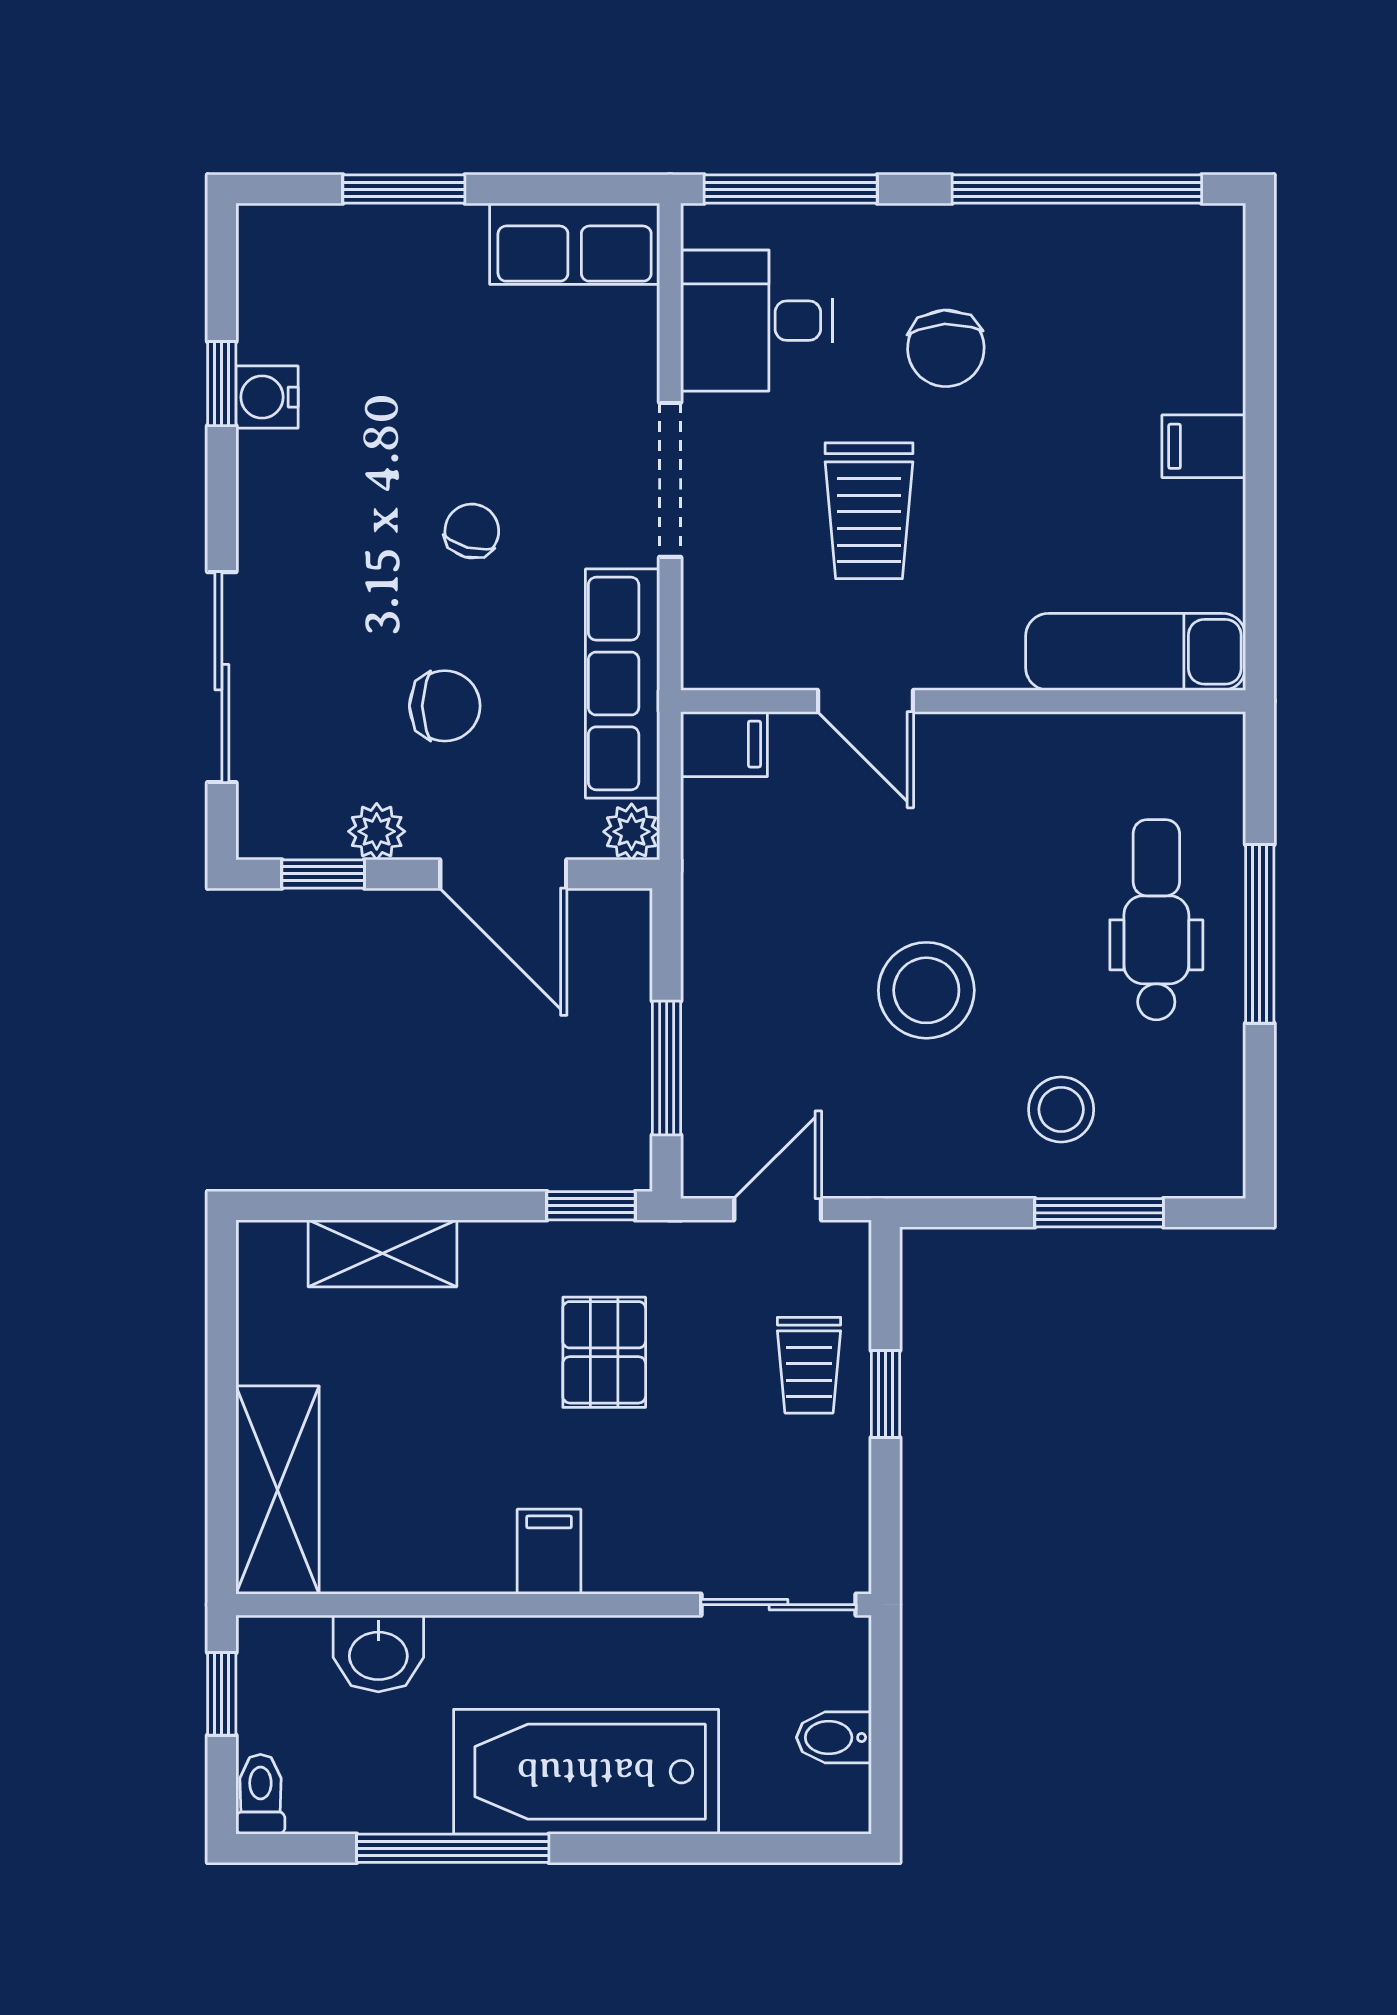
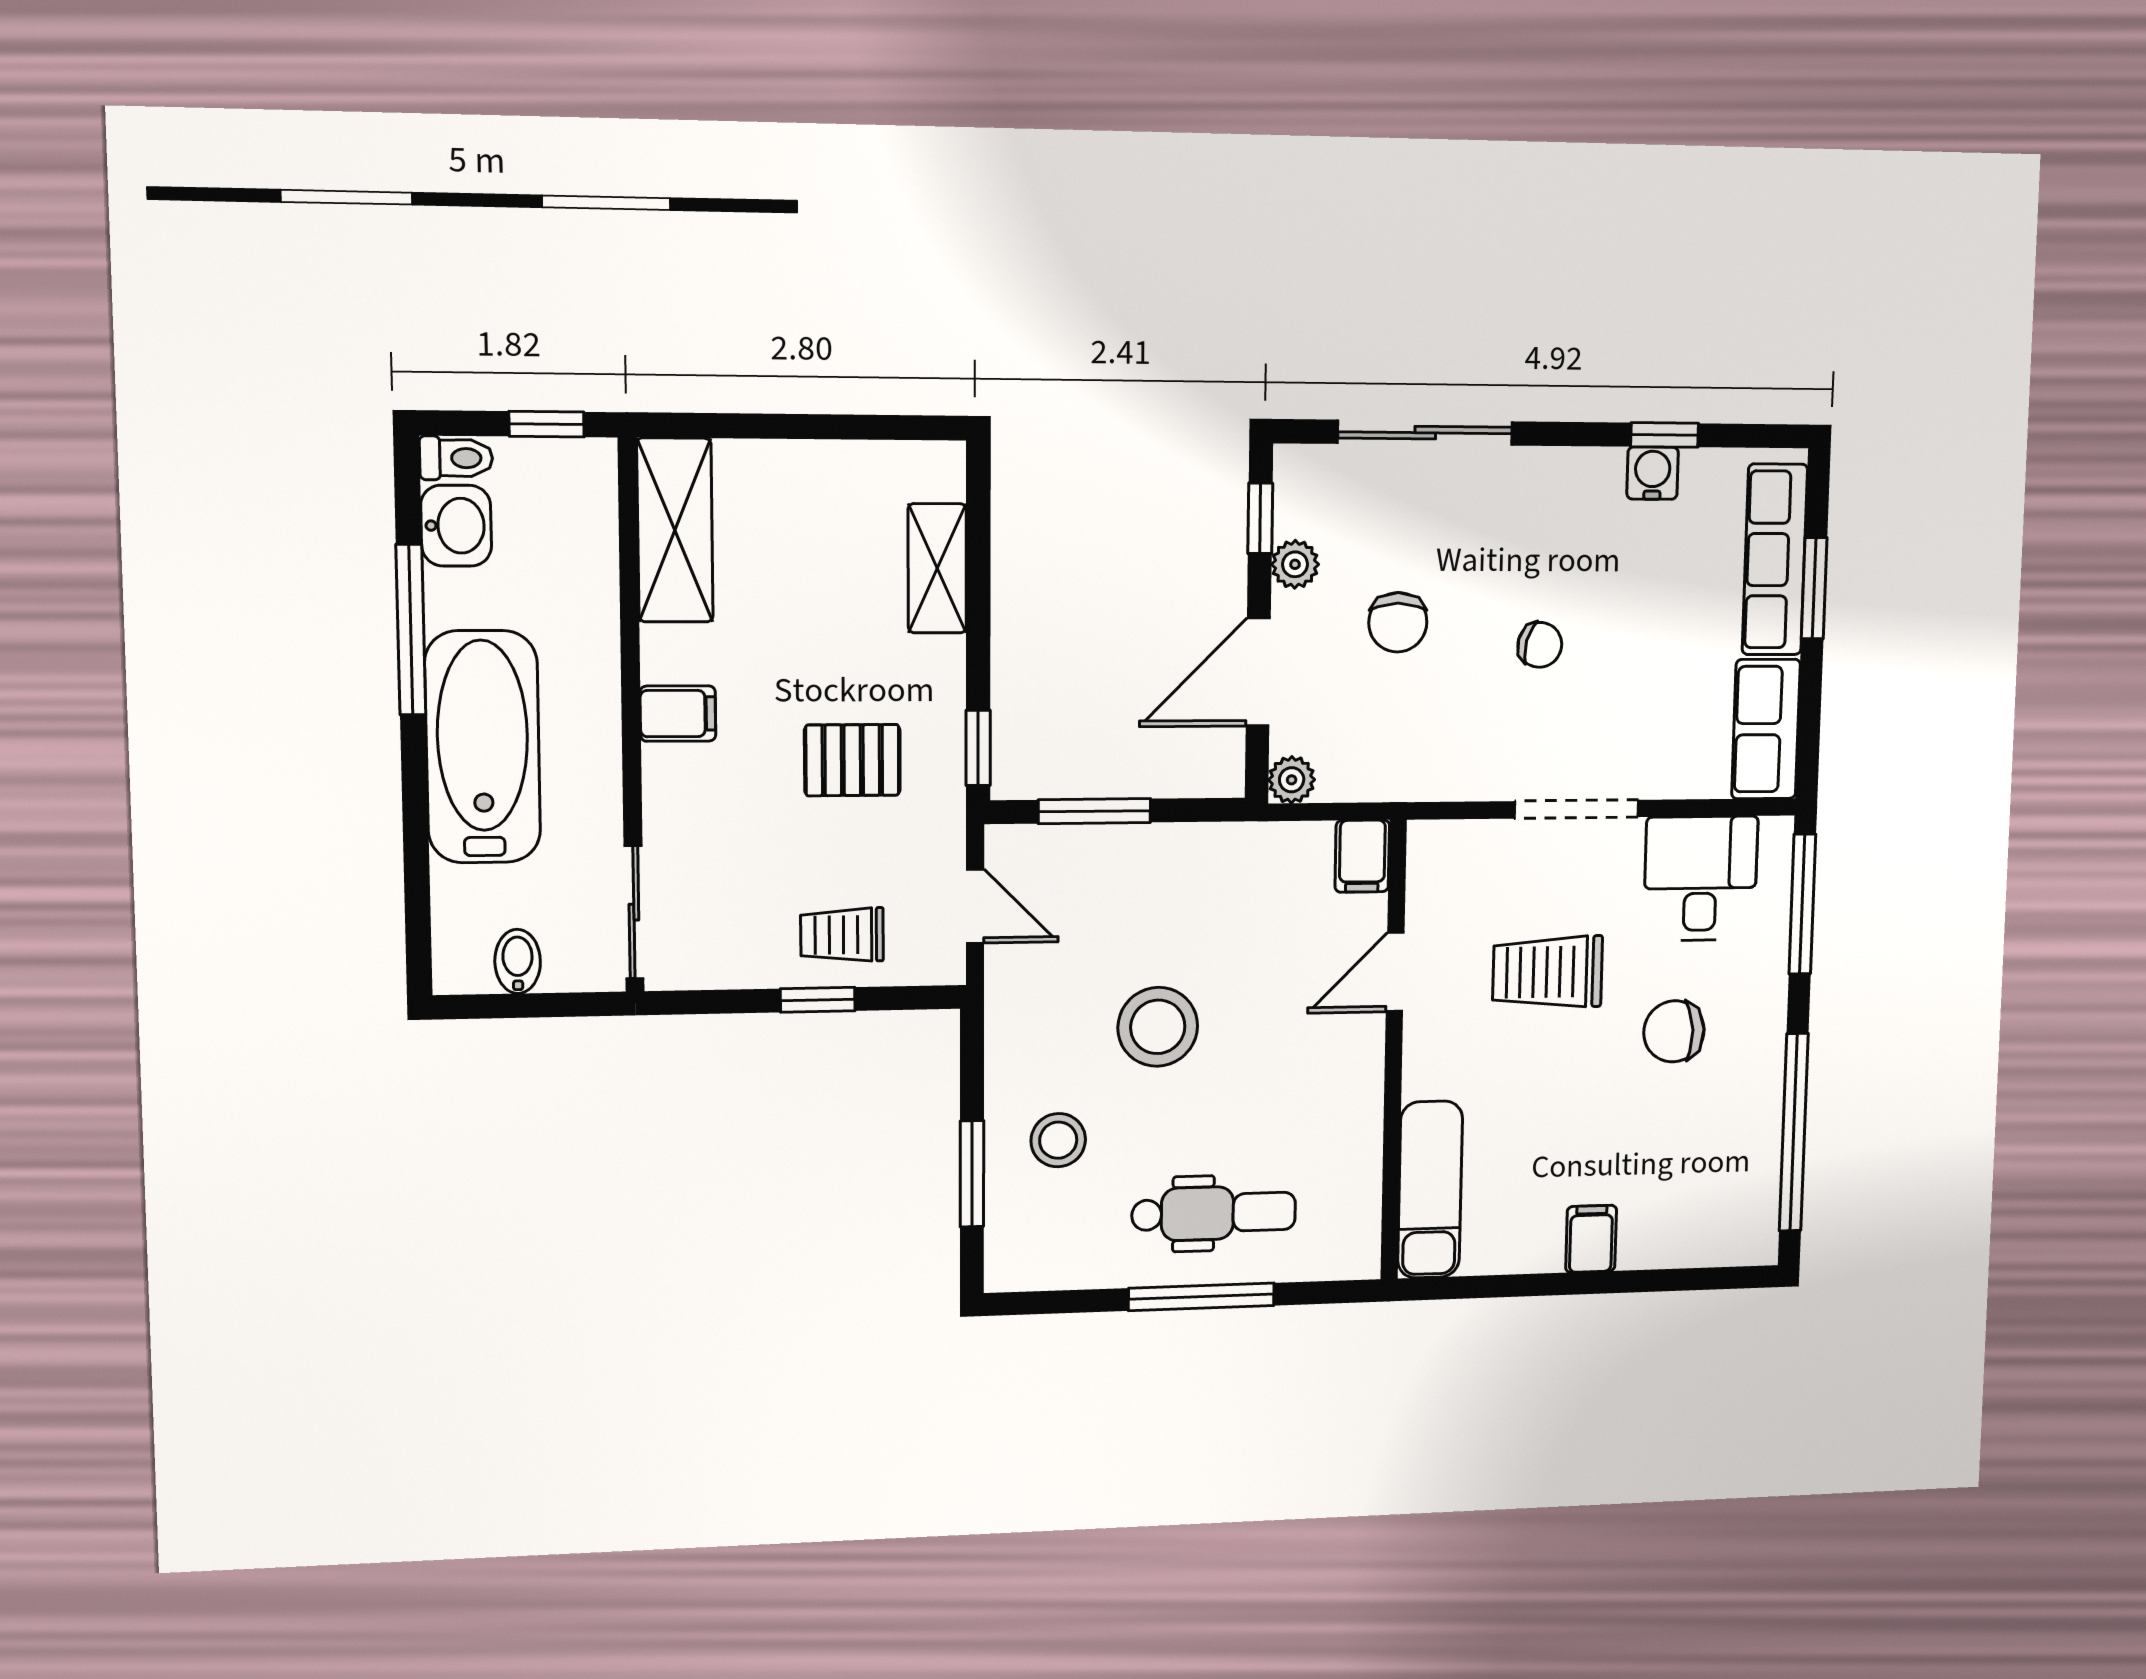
row of seats: (622, 683) -> (1775, 560), moved, turned -90
shelving: (278, 1490) -> (675, 530), moved, turned 90
washbasin: (378, 1654) -> (456, 526), moved, turned 180

